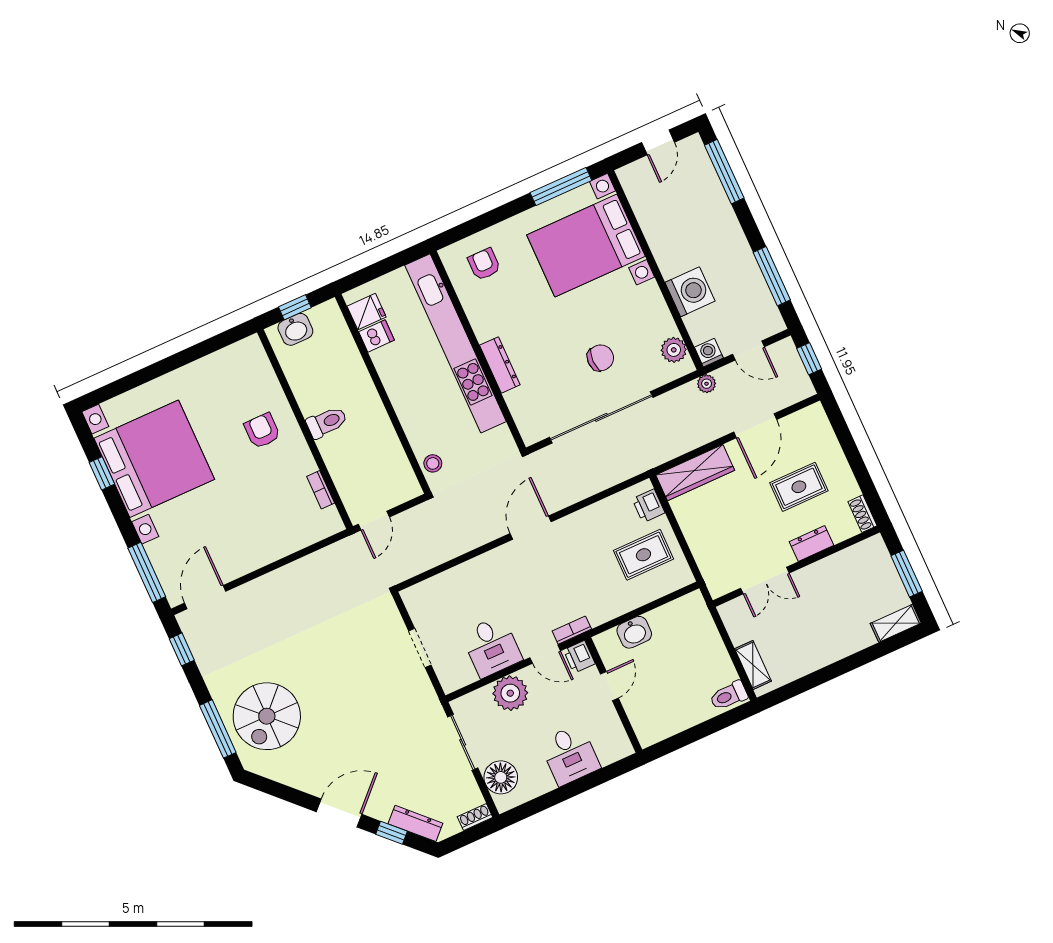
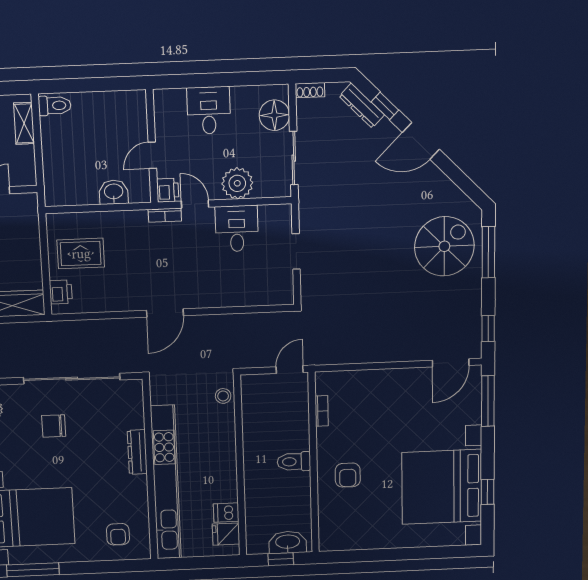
washbasin: (295, 329) -> (288, 542), width x1.38

